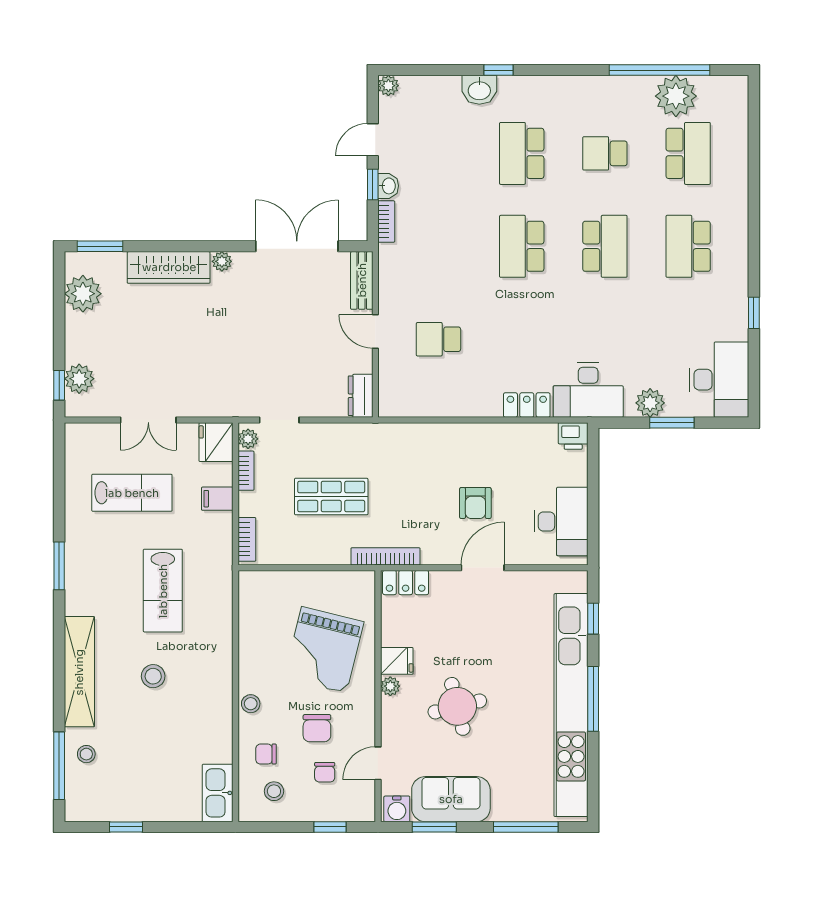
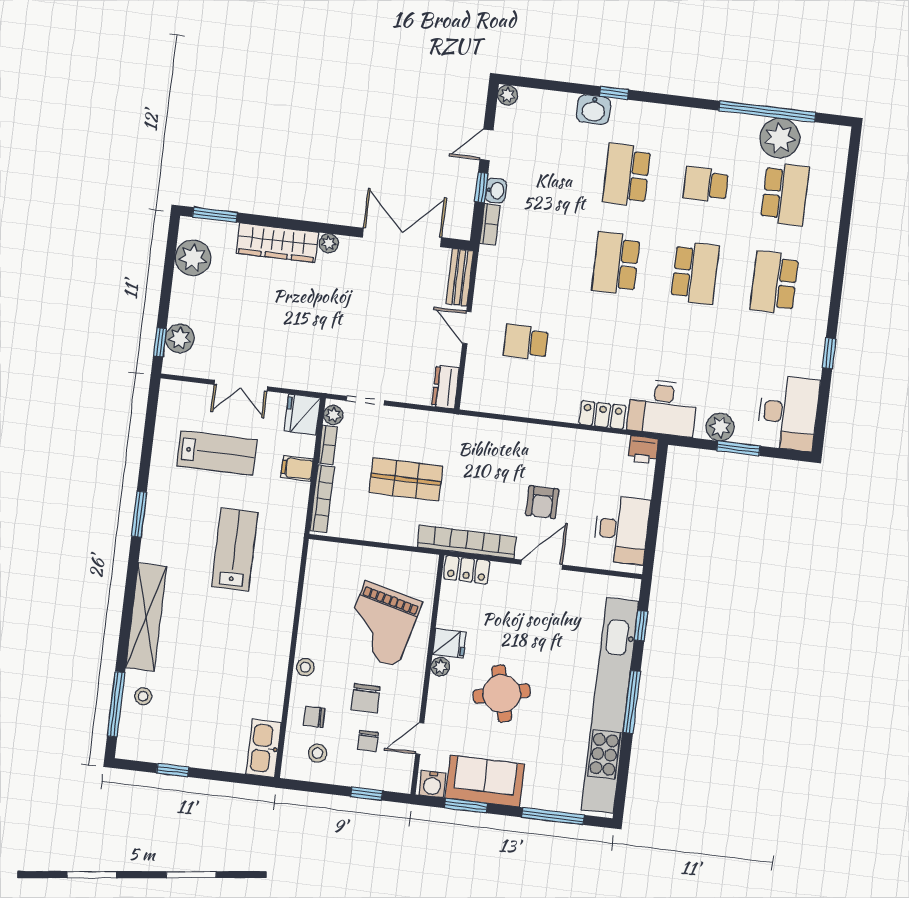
bookcase: (247, 539) -> (322, 499), width x1.56
bookcase: (385, 556) -> (467, 542), width x1.48, depth x1.31
lab bench: (163, 591) -> (235, 549), turned 180
stool: (153, 676) -> (216, 630), removed

